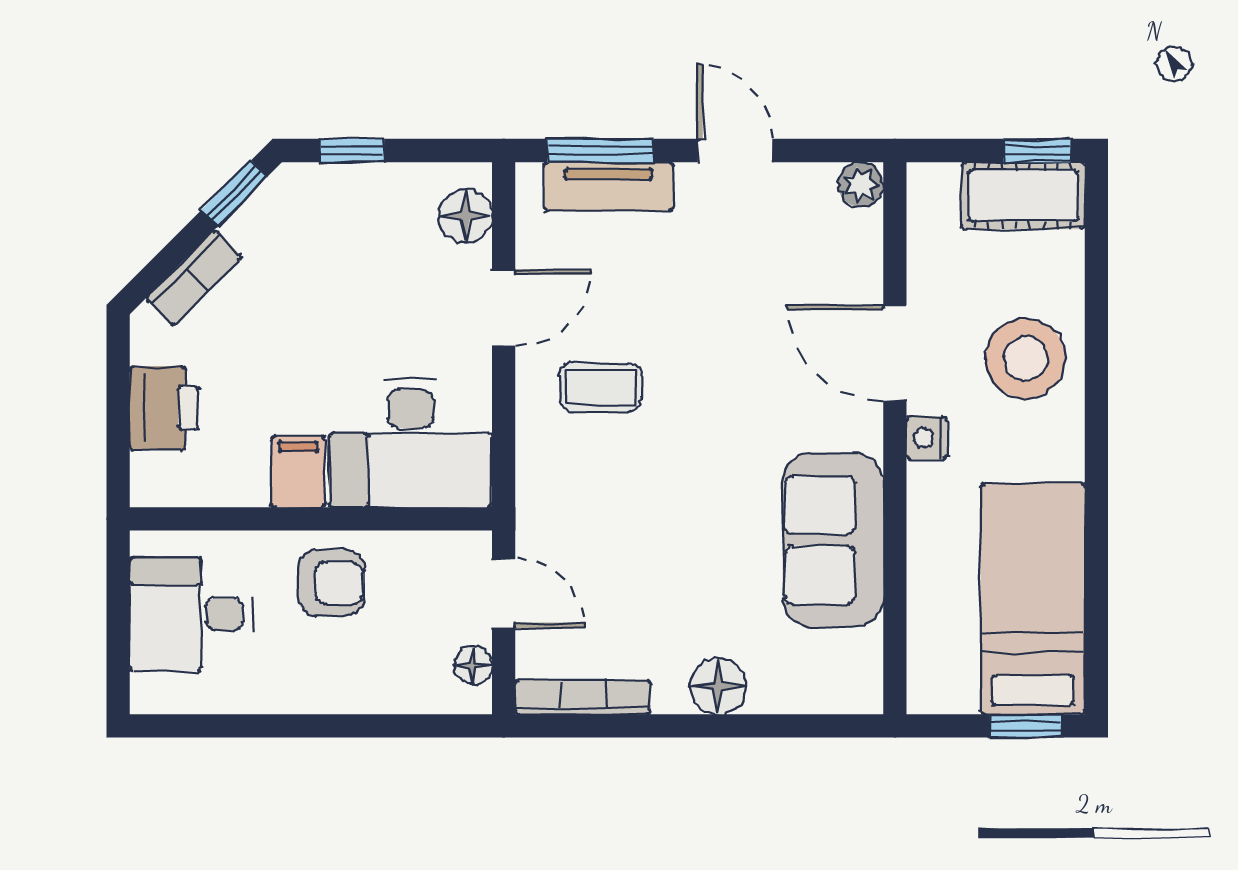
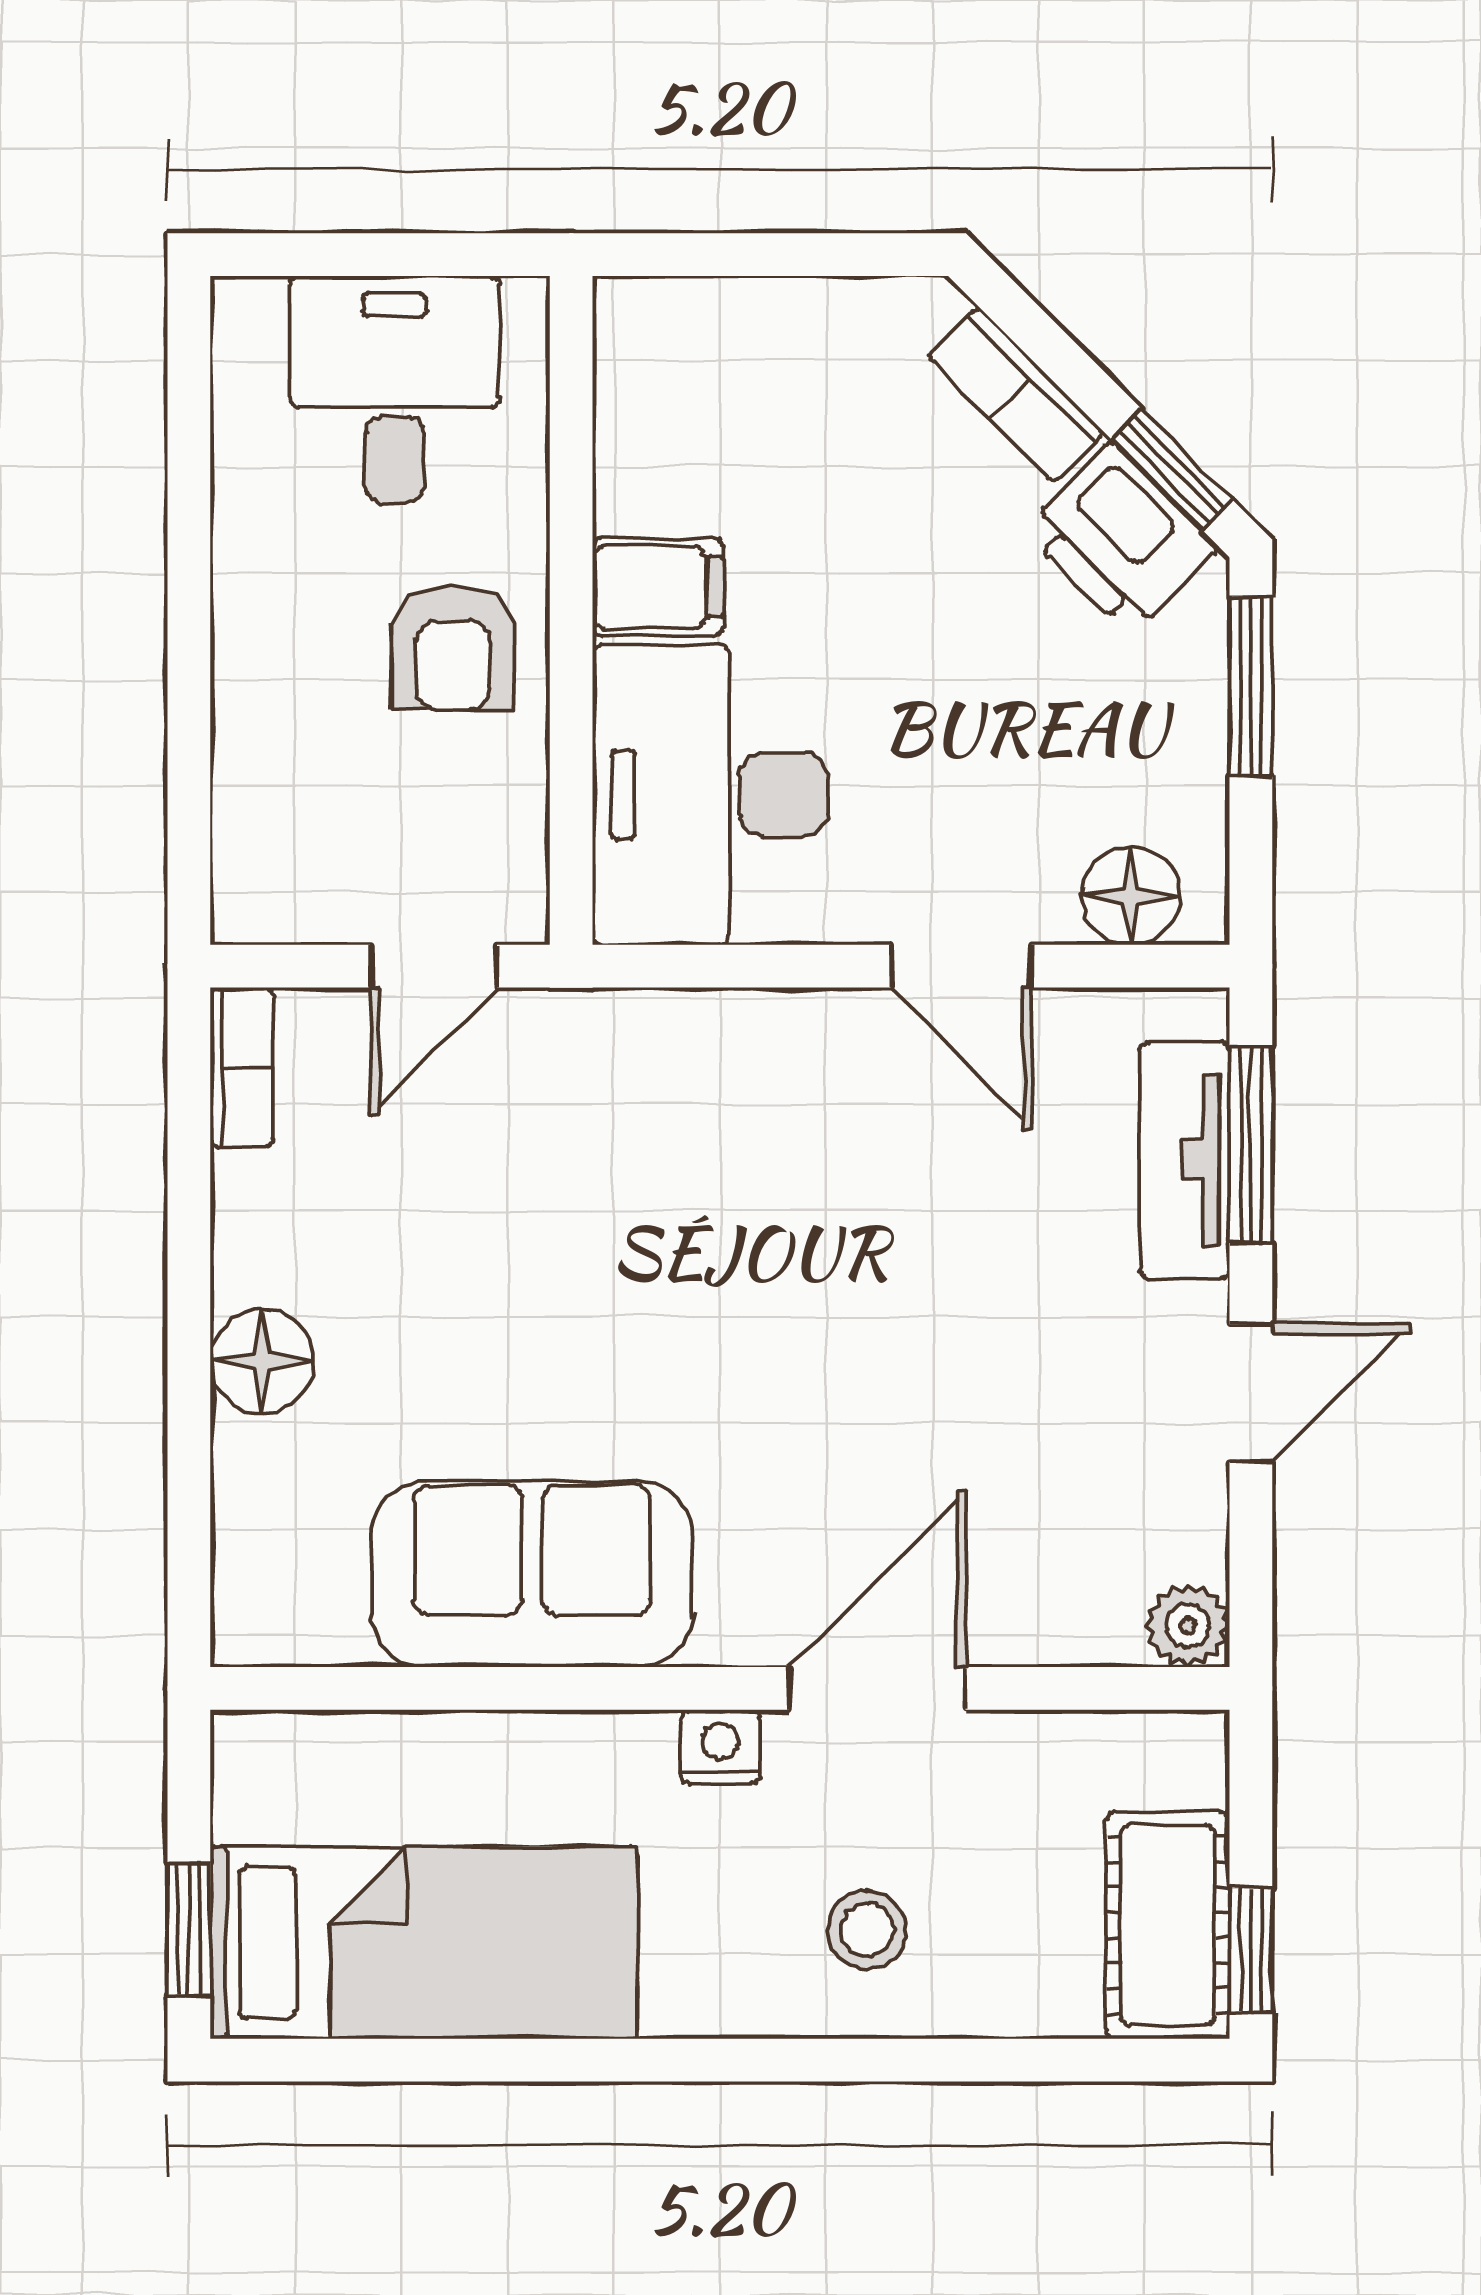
window: (352, 150) -> (1251, 686), width x1.50
stool: (1026, 359) -> (867, 1930), width x0.53, depth x0.53
coffee table: (601, 387) -> (814, 1145), removed
printer: (164, 408) -> (1121, 539), moved, turned 45
floor lamp: (473, 666) -> (300, 910), removed
bookcase: (583, 697) -> (242, 1067), width x0.64

